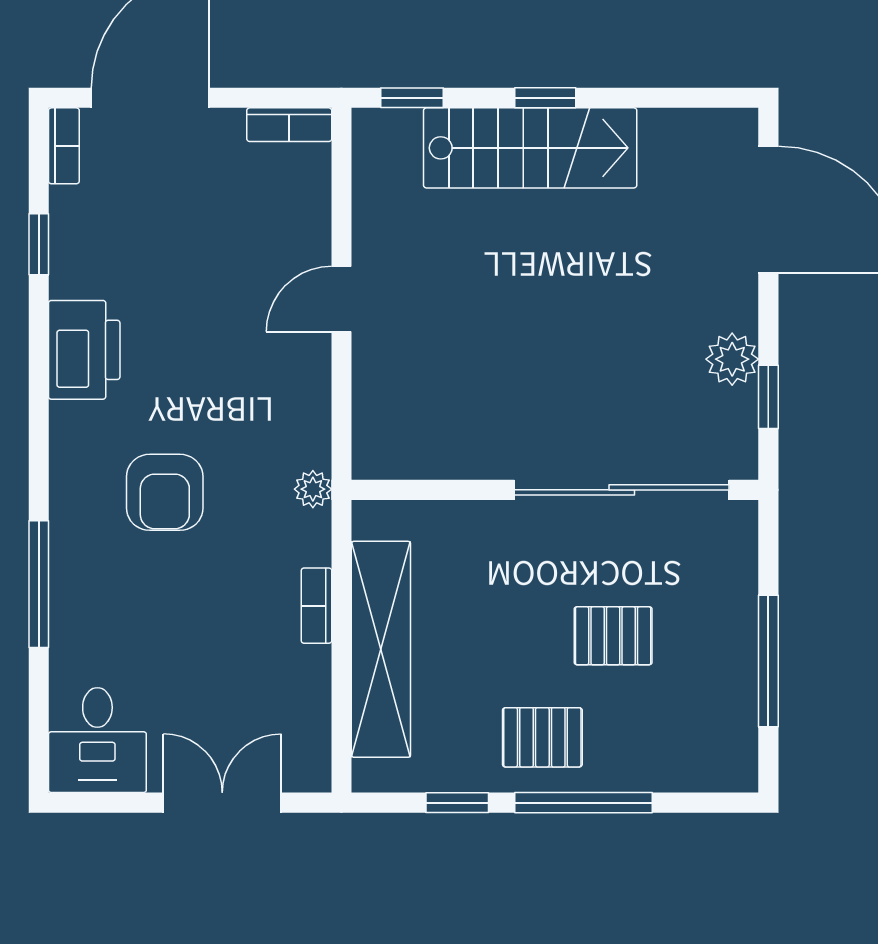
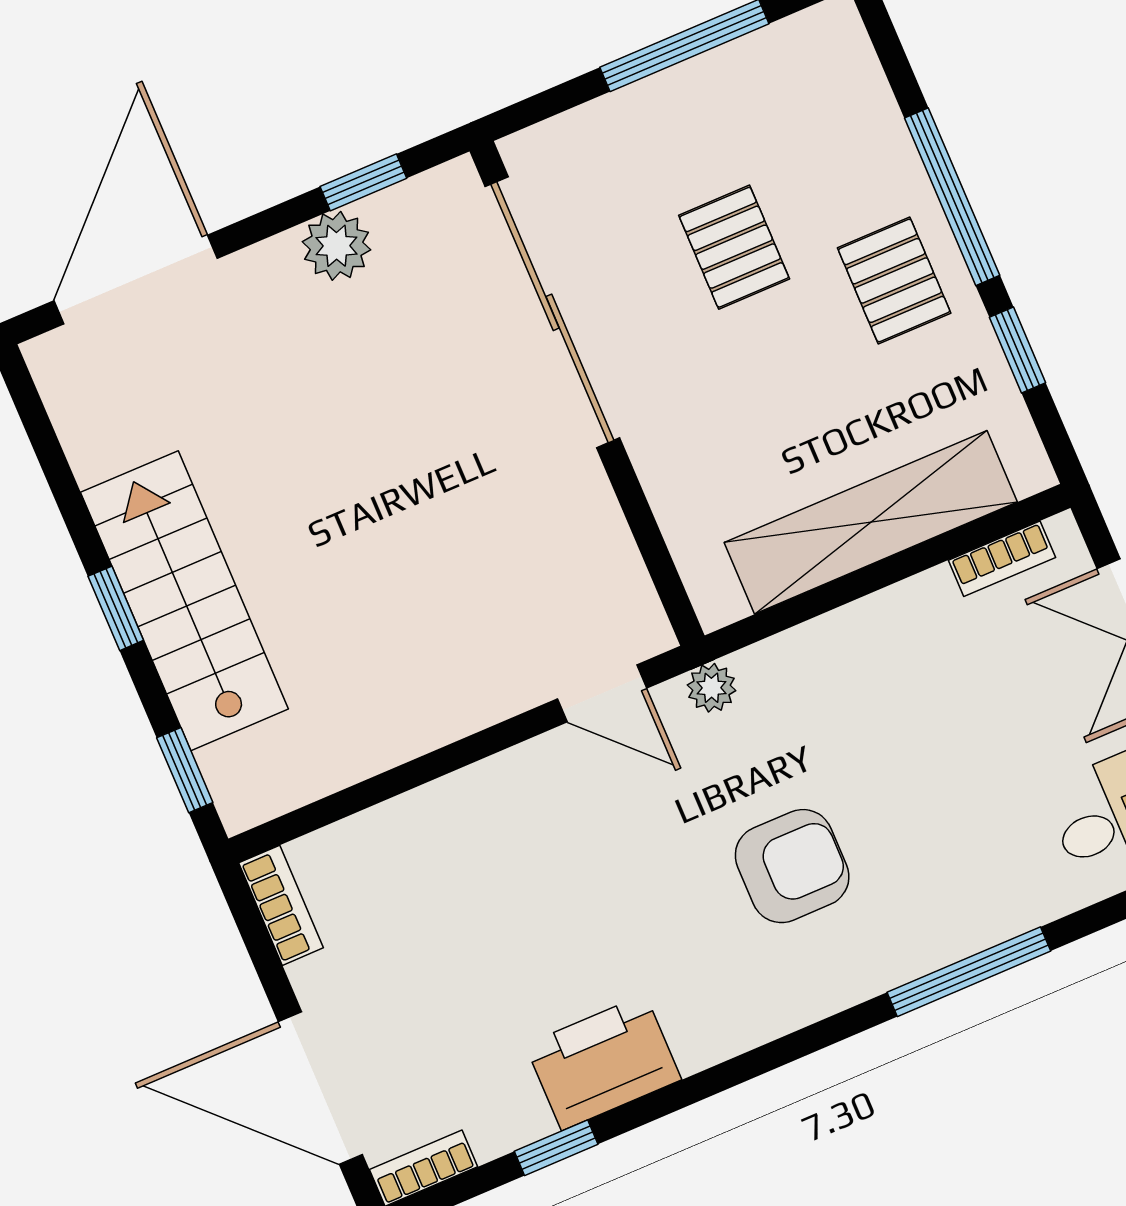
door: (341, 299) -> (602, 693), moved
printer: (84, 350) -> (603, 1062), moved
bookcase: (316, 606) -> (1002, 559), moved

